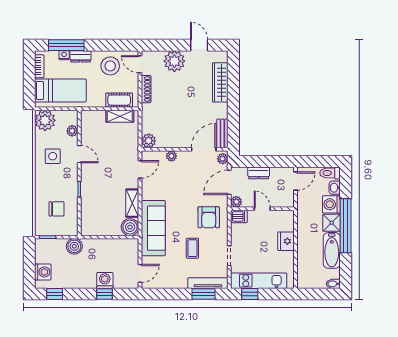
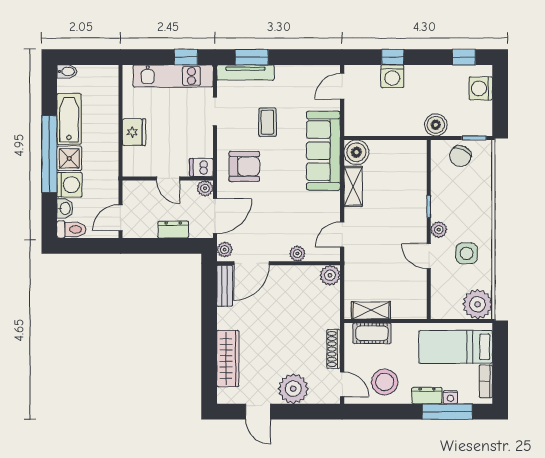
plant: (72, 131) -> (439, 230), moved
chair: (57, 209) -> (460, 156), moved, turned -63
armchair: (209, 217) -> (244, 166), turned 90

